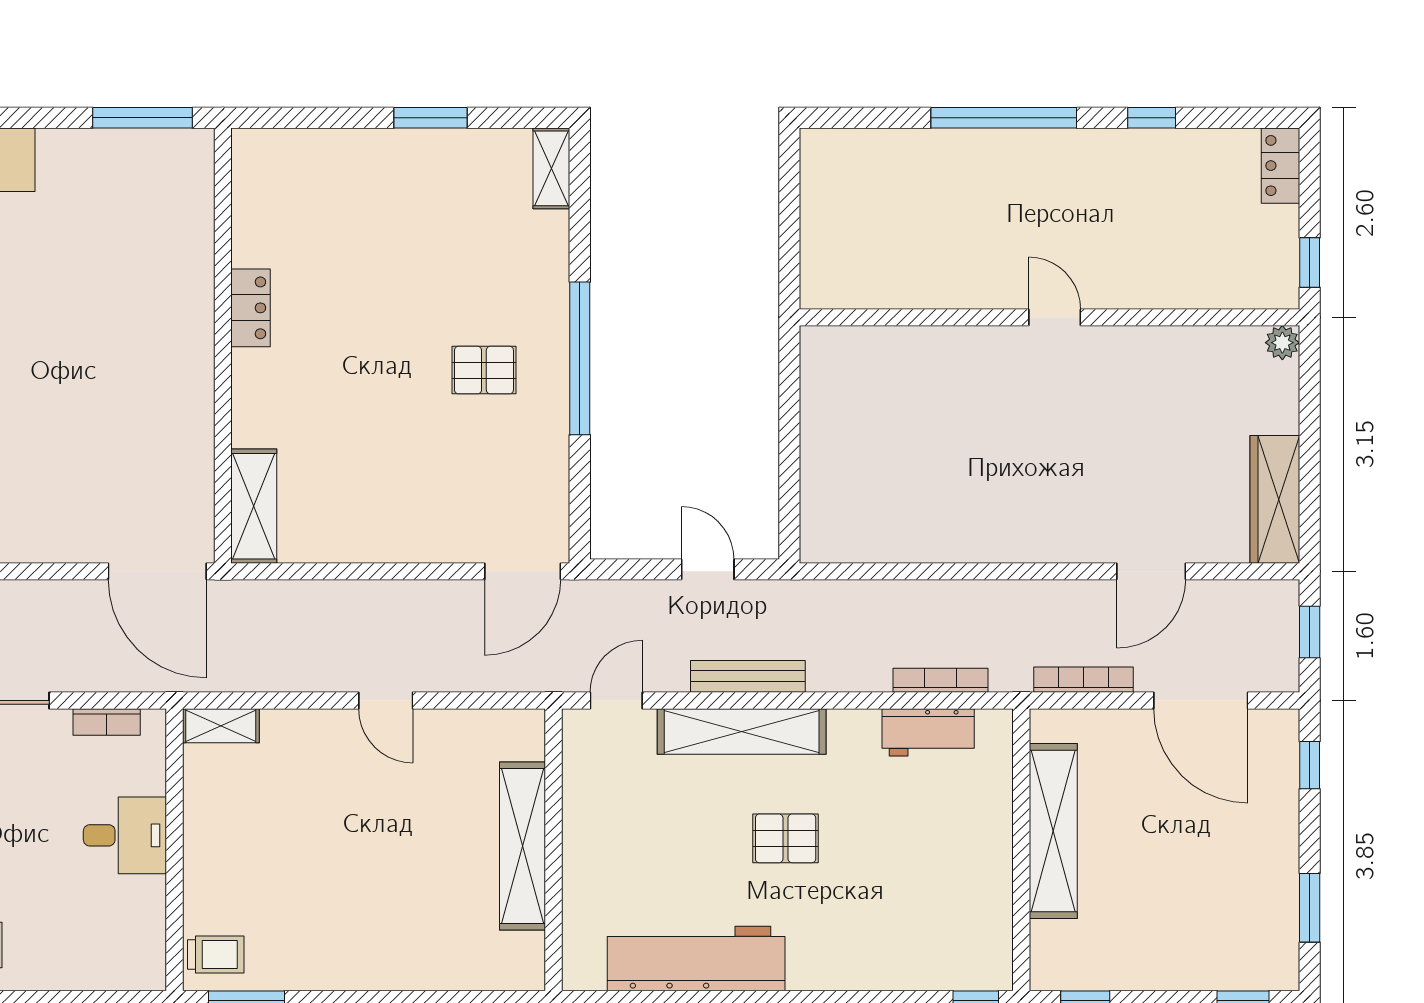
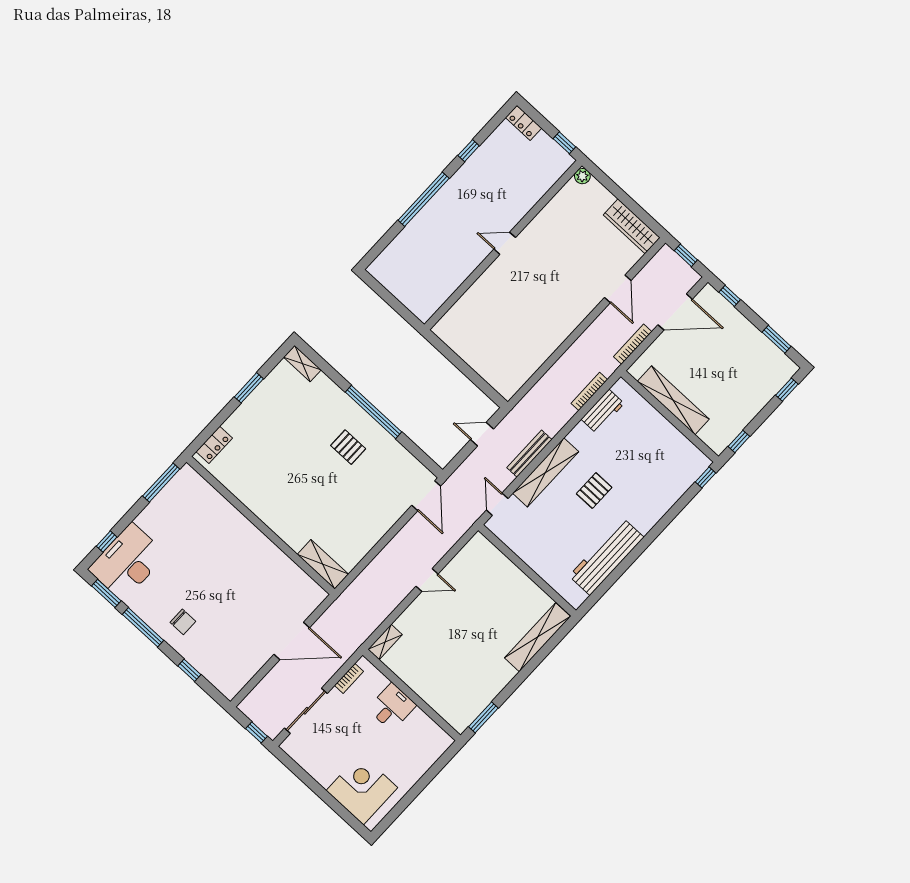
locker: (251, 308) -> (214, 445), moved, turned 90
pallet: (484, 370) -> (348, 447), turned 90
door: (157, 571) -> (292, 641), moved
shelving: (522, 846) -> (537, 637), moved, turned 90
trolley: (216, 954) -> (459, 713), removed

